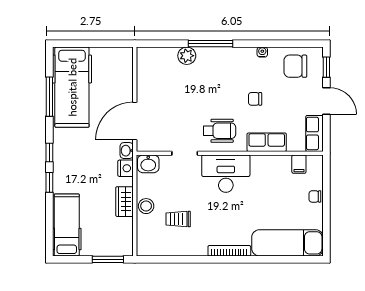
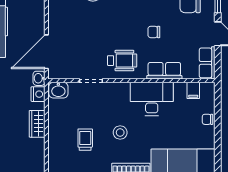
desk: (226, 174) -> (152, 99), moved
stool: (146, 206) -> (120, 132), moved
trolley: (178, 219) -> (85, 140), turned 90

